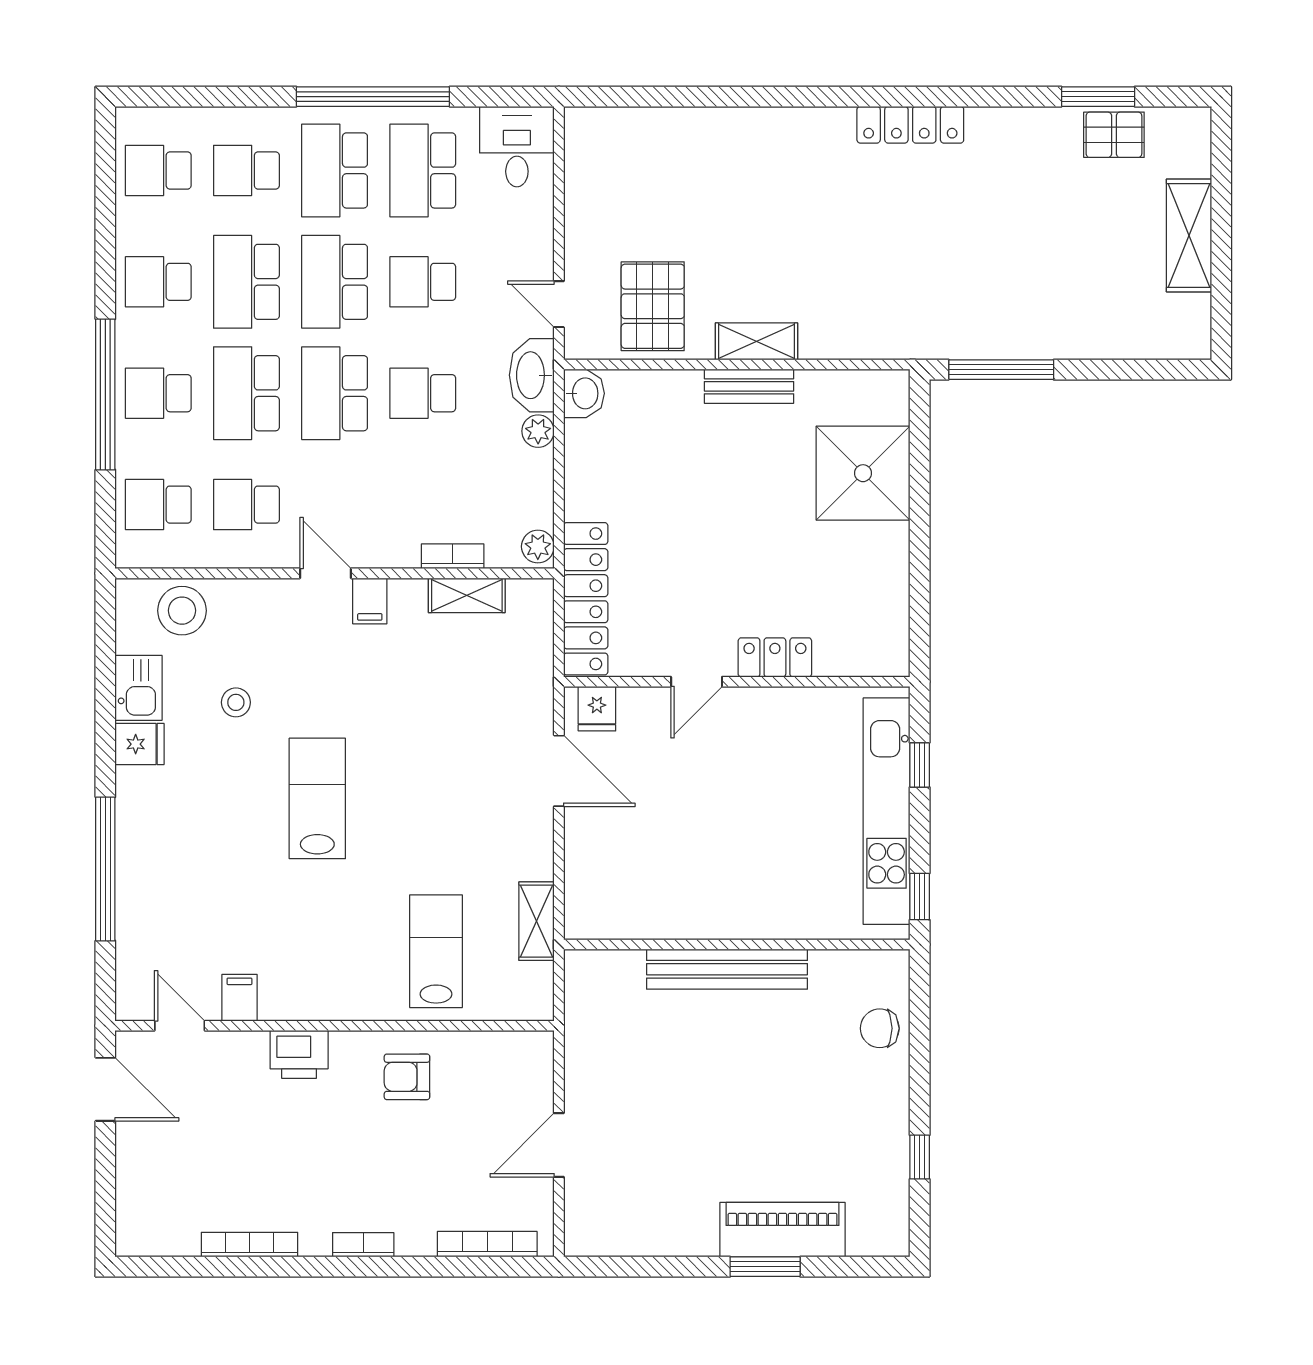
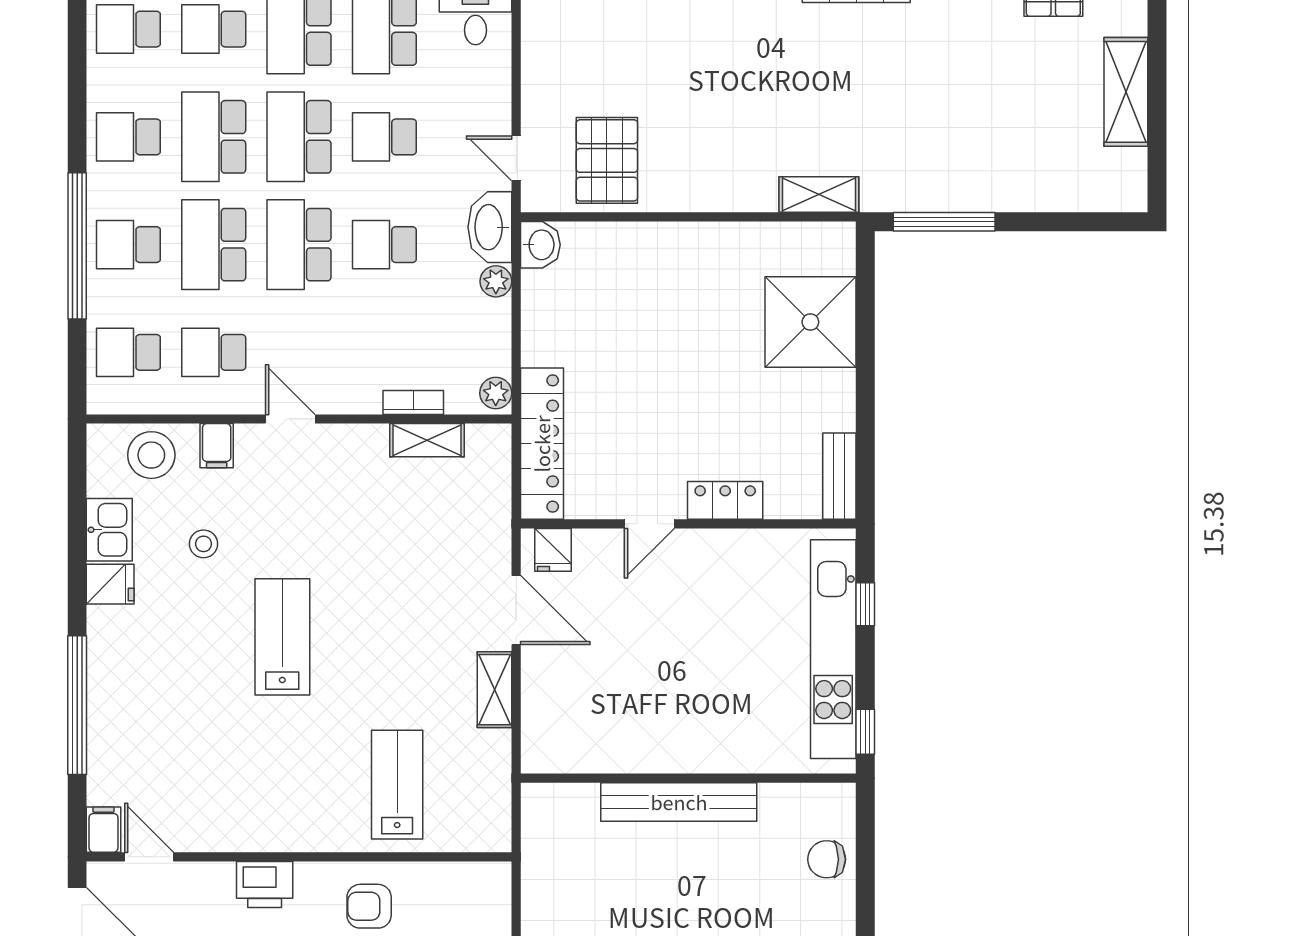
shelving: (756, 341) -> (819, 195), moved
bench: (749, 386) -> (839, 476), moved, turned 90
filing cabinet: (370, 601) -> (217, 446), moved
shelving: (537, 921) -> (494, 690), moved
filing cabinet: (239, 998) -> (103, 830), moved

